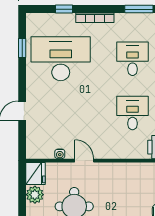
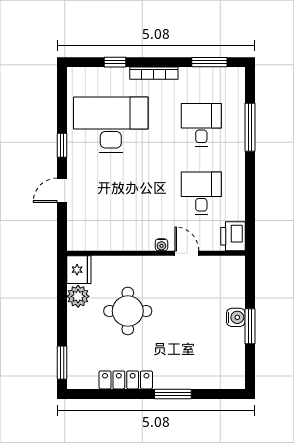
window: (22, 48) -> (62, 145), moved
water cooler: (60, 154) -> (161, 245), moved
door: (84, 161) -> (187, 253), moved

